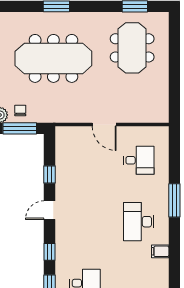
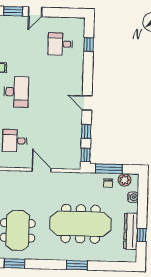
door: (50, 210) -> (87, 103), swing flipped
window: (50, 252) -> (86, 155), moved

